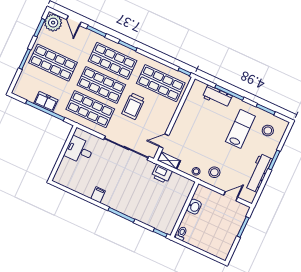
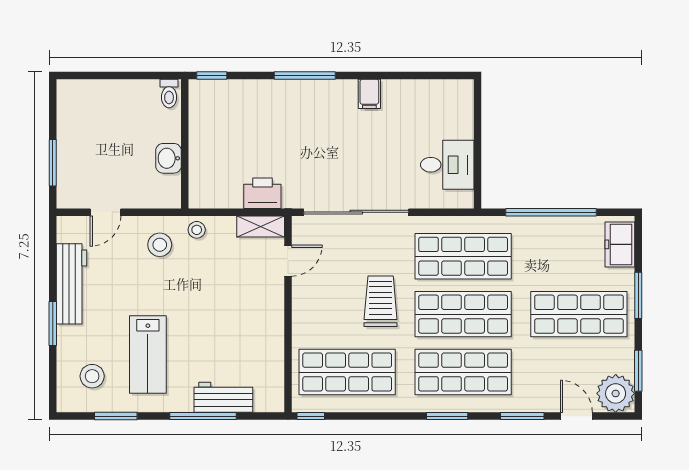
freezer: (46, 102) -> (620, 244), moved, turned 90

